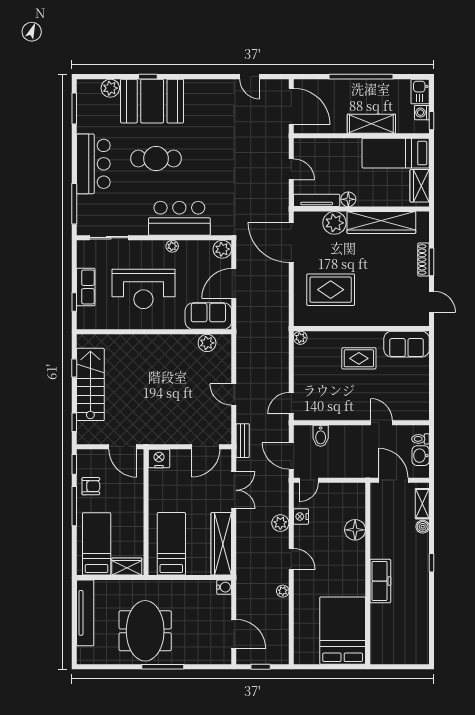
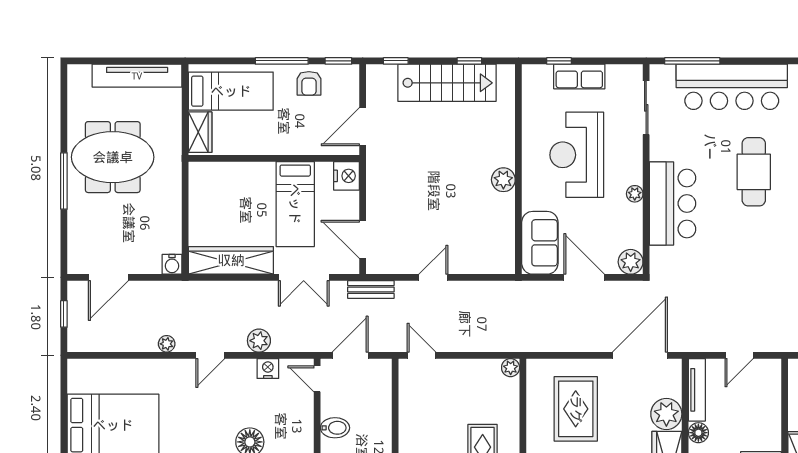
bar counter: (93, 164) -> (732, 87), width x1.36
plant: (207, 343) -> (503, 180), moved
bidet: (321, 436) -> (335, 428), moved, turned 180
bed: (171, 544) -> (295, 204), moved, turned 90

